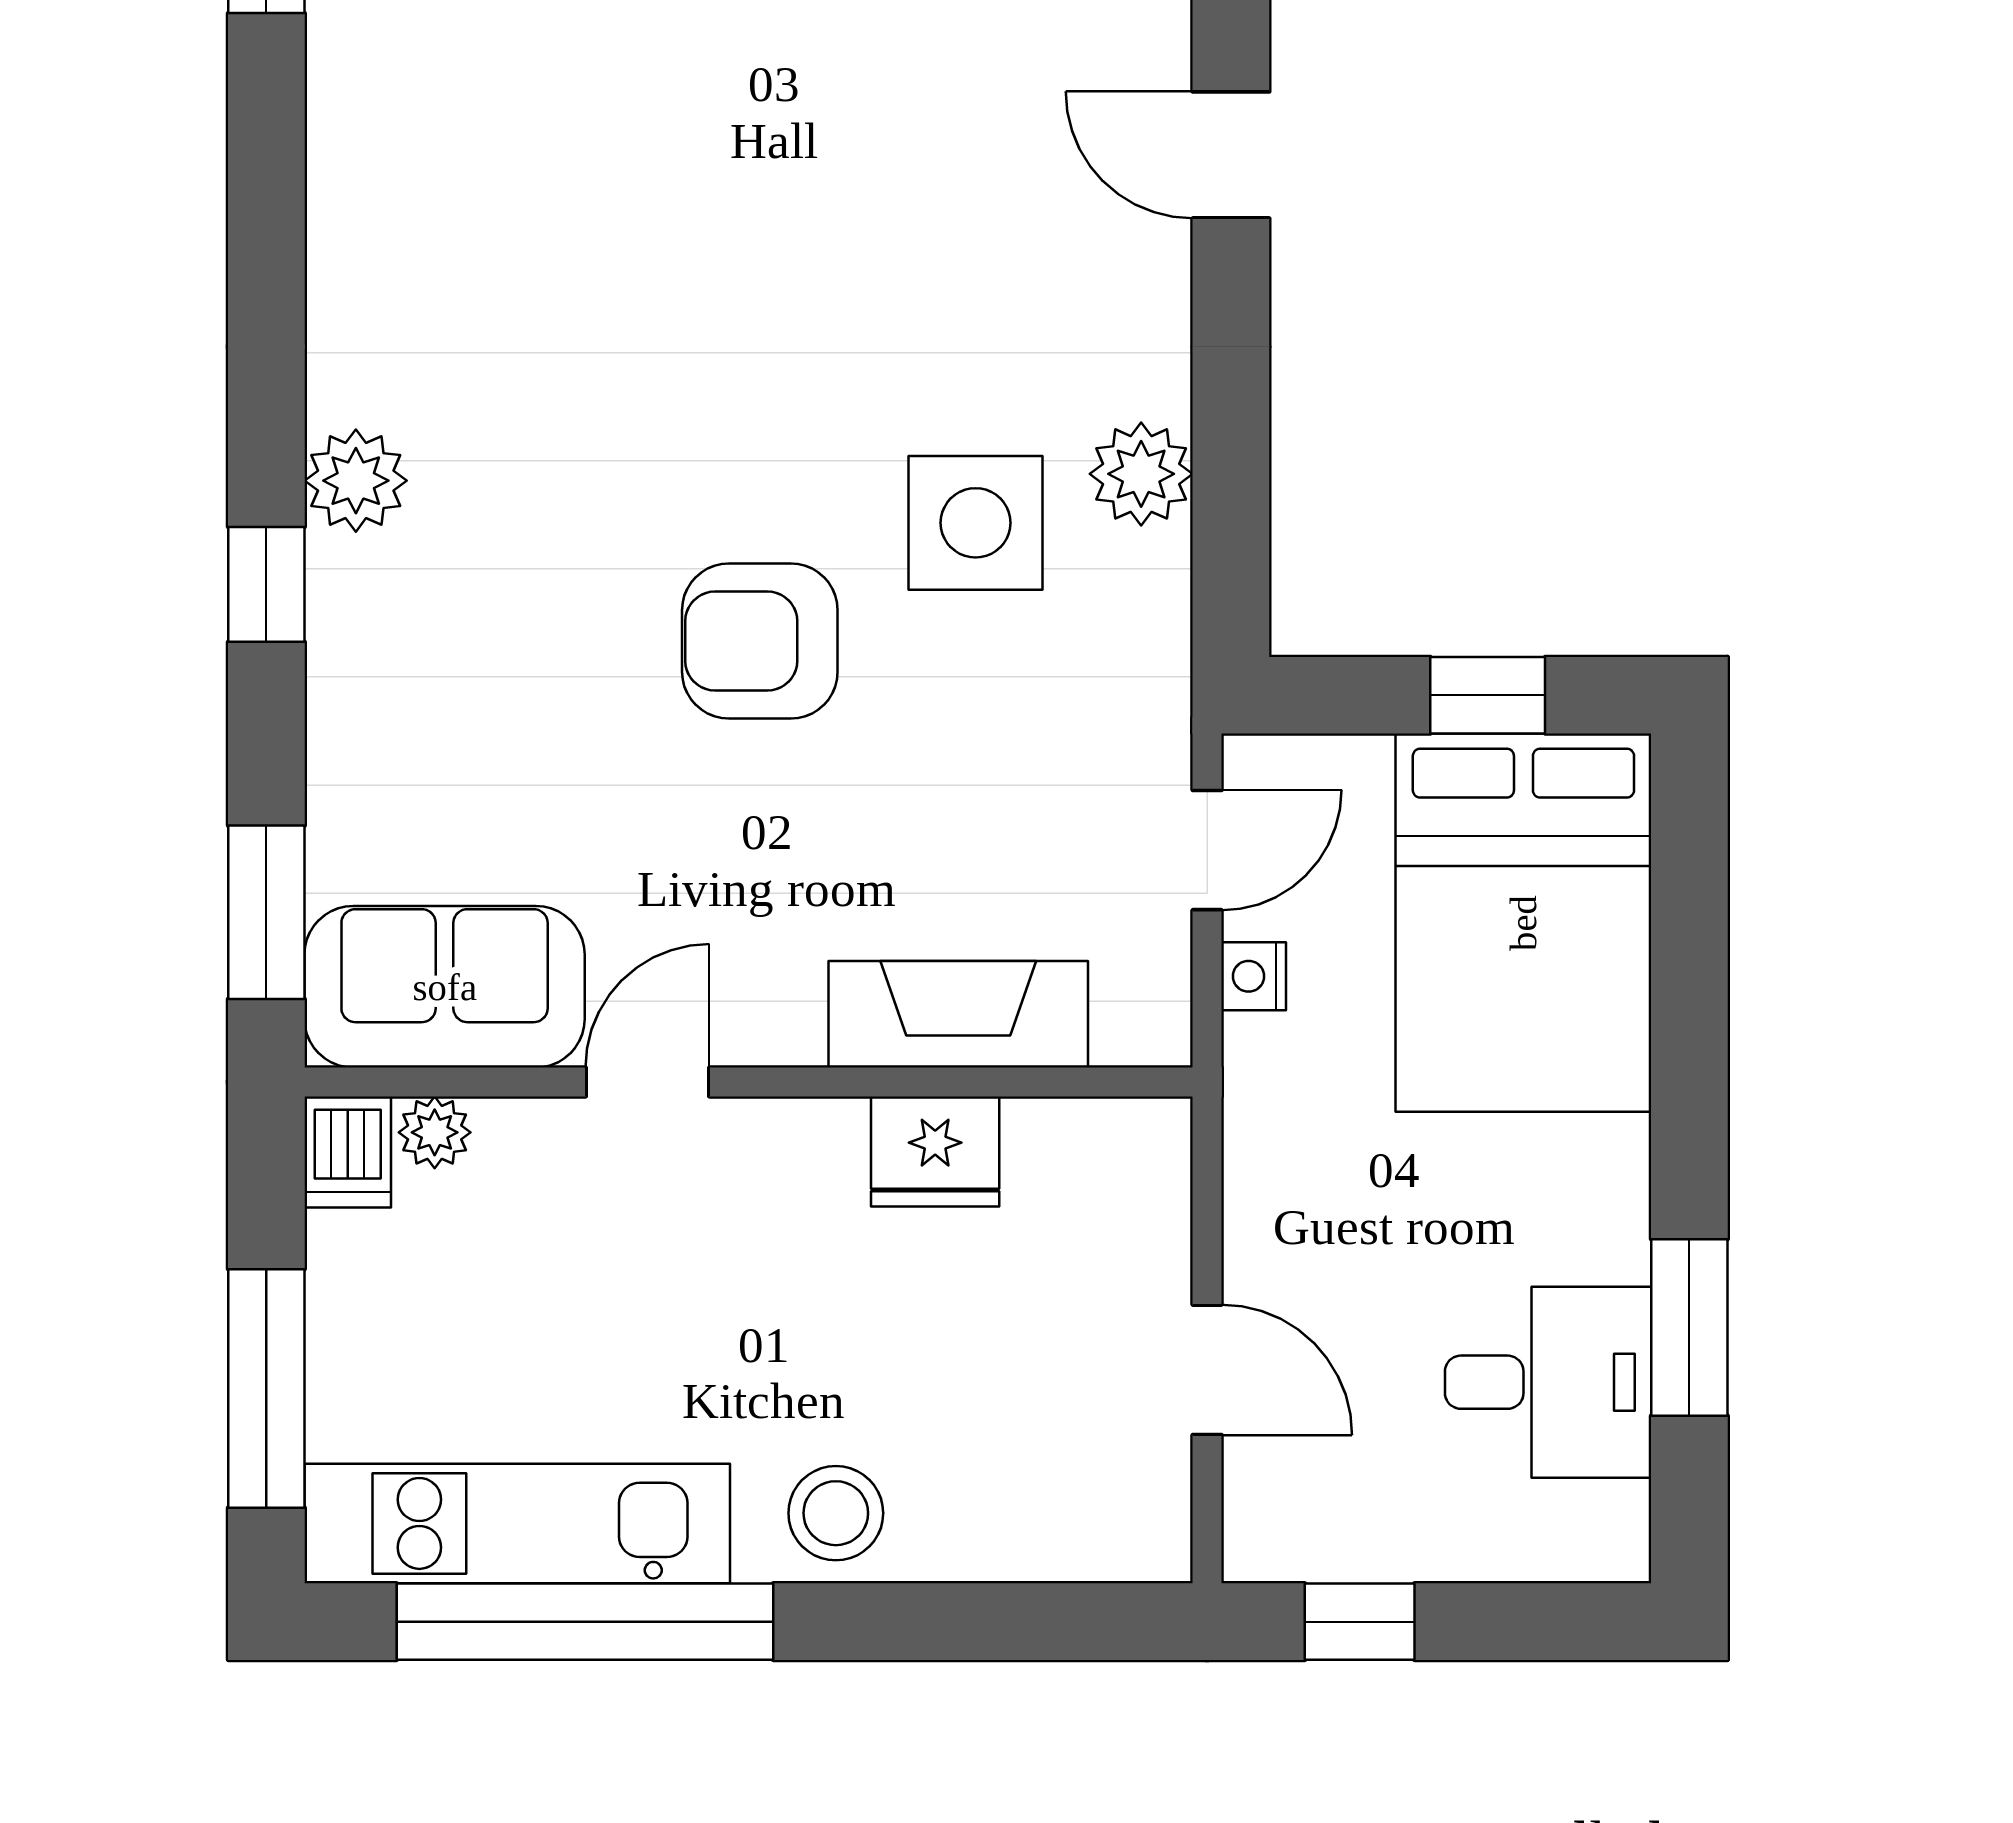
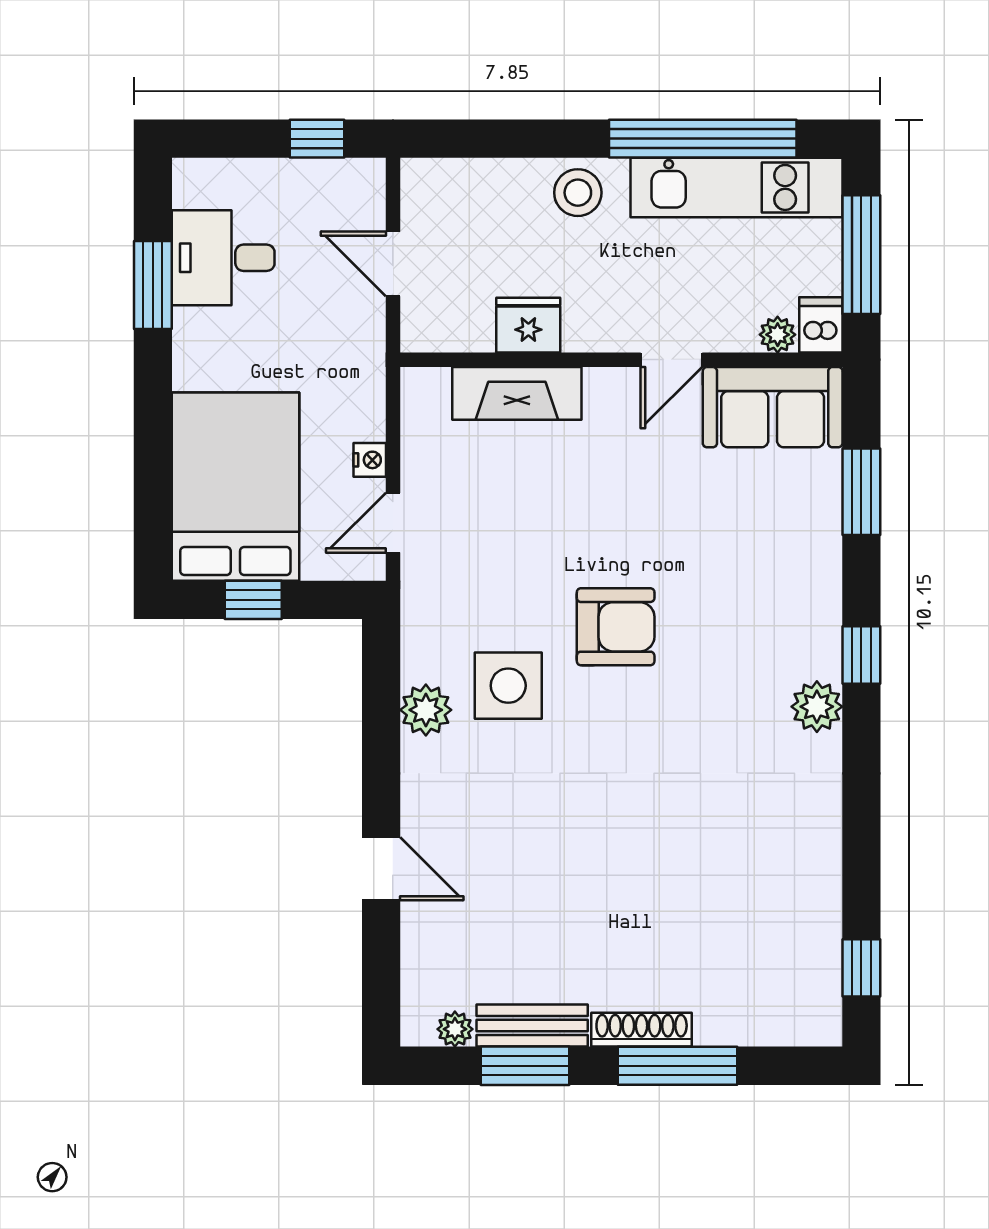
sofa: (445, 987) -> (773, 407), moved
fireplace: (958, 1014) -> (517, 393), moved
door: (648, 1082) -> (672, 360), moved
wall: (749, 1082) -> (621, 360), moved
plant: (435, 1132) -> (778, 335), moved
fridge: (935, 1151) -> (528, 325), moved
dishwasher: (348, 1152) -> (821, 325), moved

